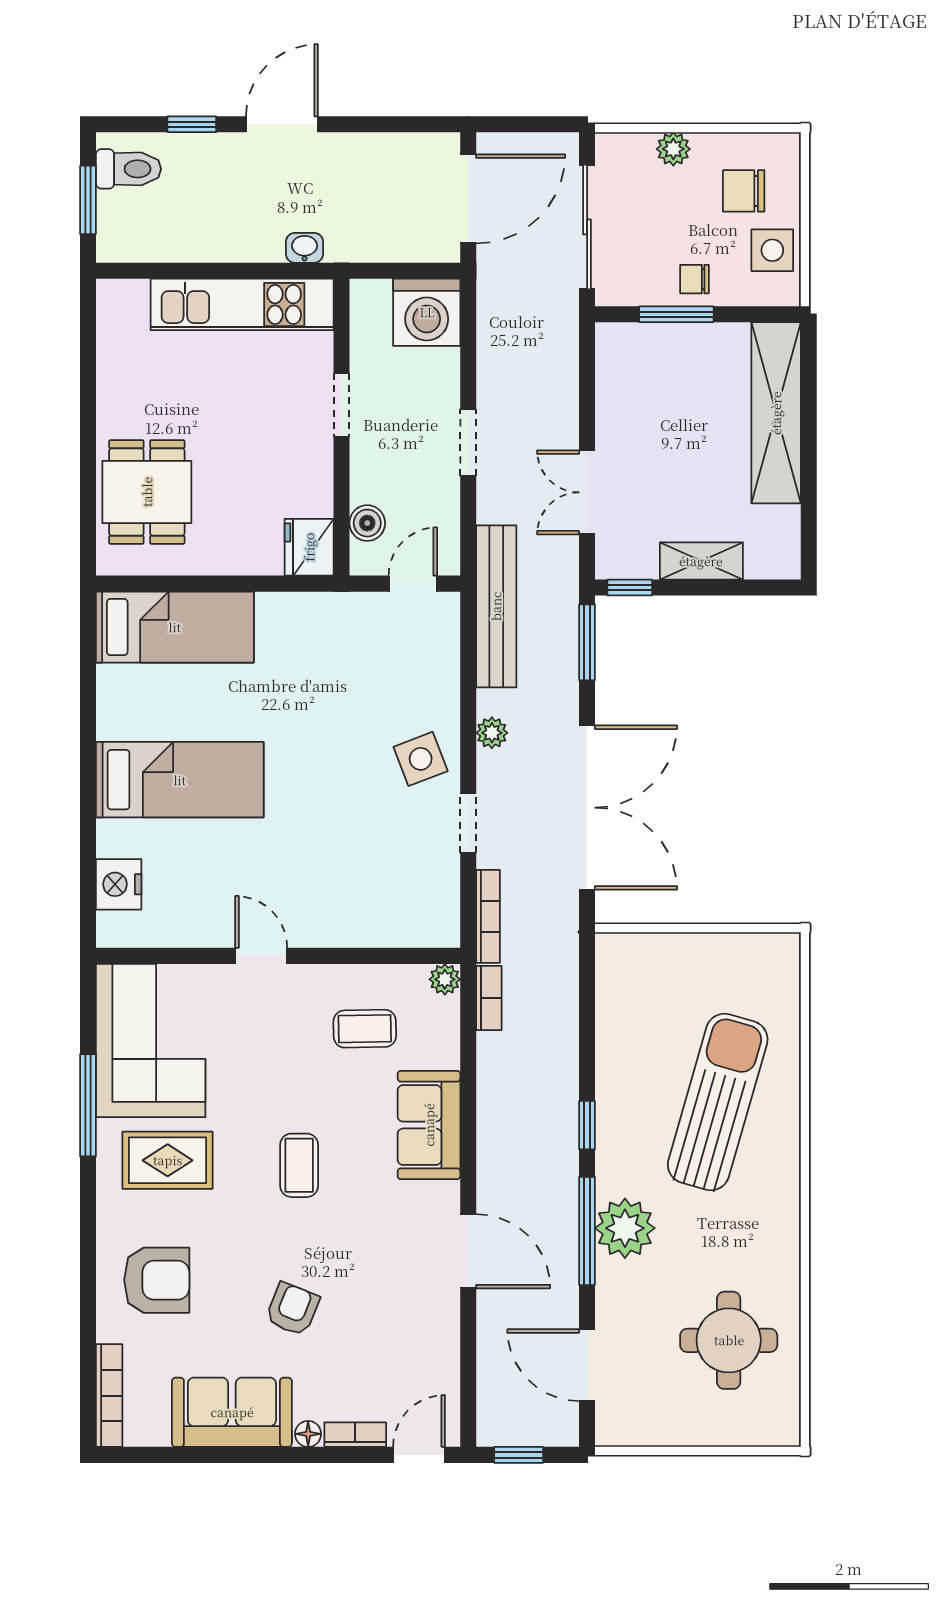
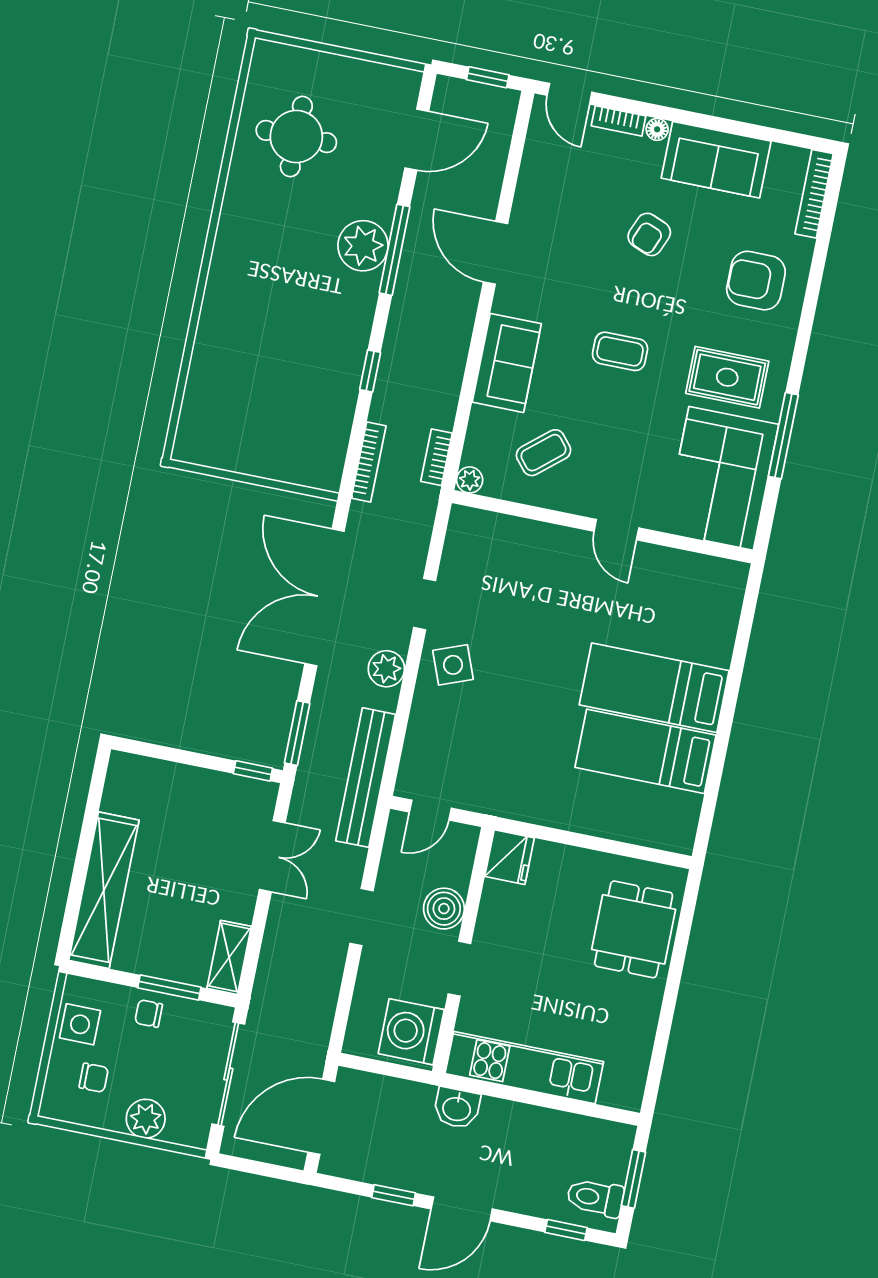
window: (192, 124) -> (566, 1230), moved
window: (365, 124) -> (394, 1195), added
plant: (673, 149) -> (146, 1119), width x1.38, depth x1.38
chair: (744, 191) -> (94, 1078), width x0.73, depth x0.73
washbasin: (305, 248) -> (457, 1108), width x1.38, depth x1.45
chair: (695, 279) -> (149, 1014), turned 180
washing machine: (427, 312) -> (411, 1032), moved, turned -90
boiler: (367, 523) -> (444, 909), moved, width x1.36, depth x1.36
shelving: (701, 561) -> (229, 957), moved, turned 90
bed: (175, 627) -> (646, 751), moved
plant: (492, 733) -> (386, 669), width x1.38, depth x1.38
nightstand: (119, 884) -> (722, 612), removed
bookcase: (488, 916) -> (369, 462), moved, turned 180
coffee table: (365, 1029) -> (543, 453), turned -39
sun lounger: (718, 1102) -> (266, 334), removed
window: (587, 1125) -> (370, 371), moved
coffee table: (299, 1165) -> (620, 351), turned 90
door: (587, 1365) -> (417, 140), hinge flipped
door: (419, 1455) -> (570, 94), hinge flipped

